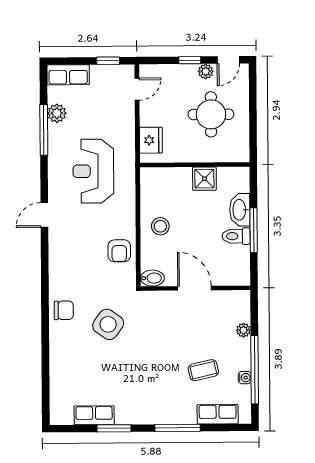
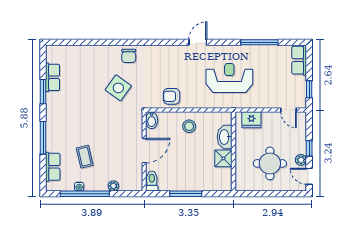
plant: (57, 113) -> (271, 52), removed
washbasin: (240, 210) -> (225, 137), moved, turned -90
door: (44, 215) -> (198, 42), hinge flipped
toilet: (236, 236) -> (152, 181), moved

